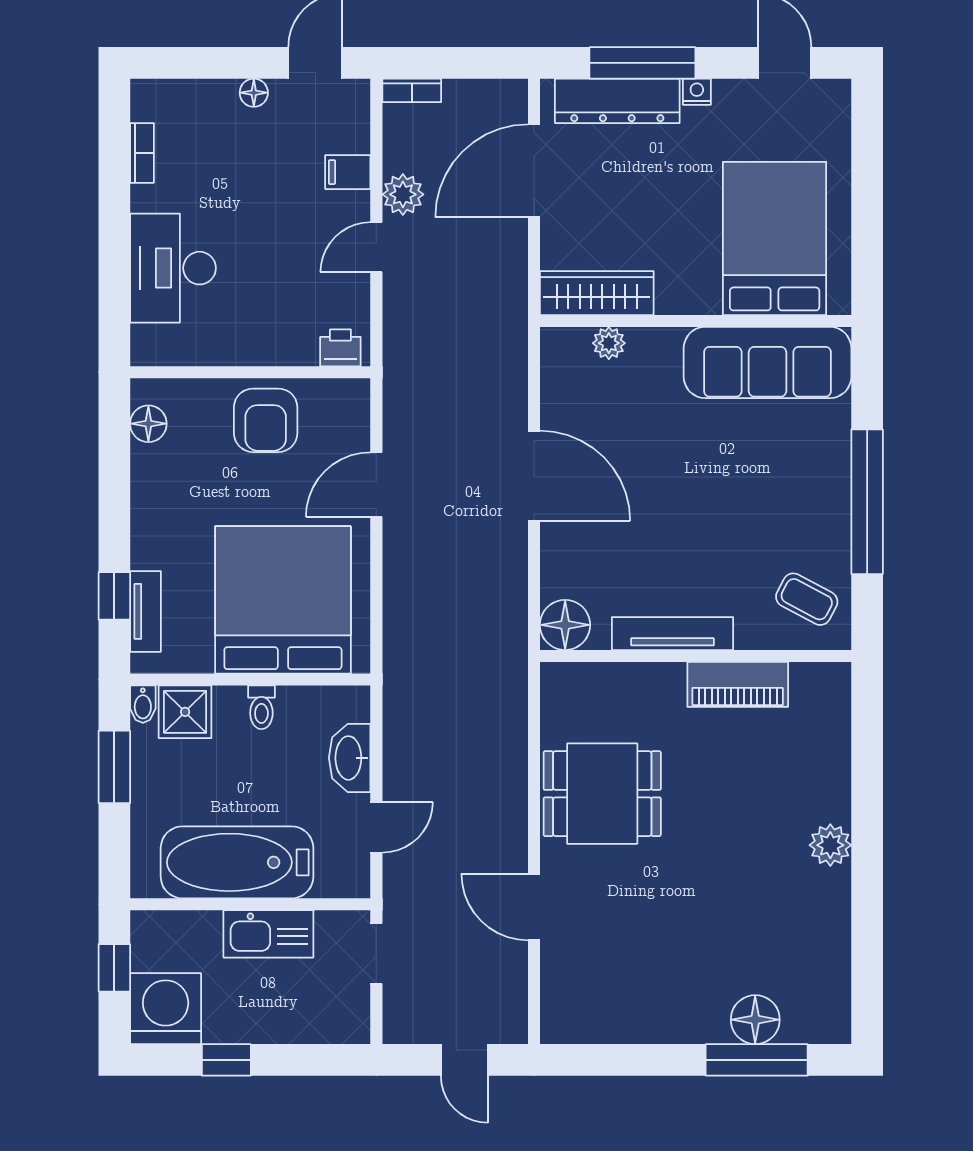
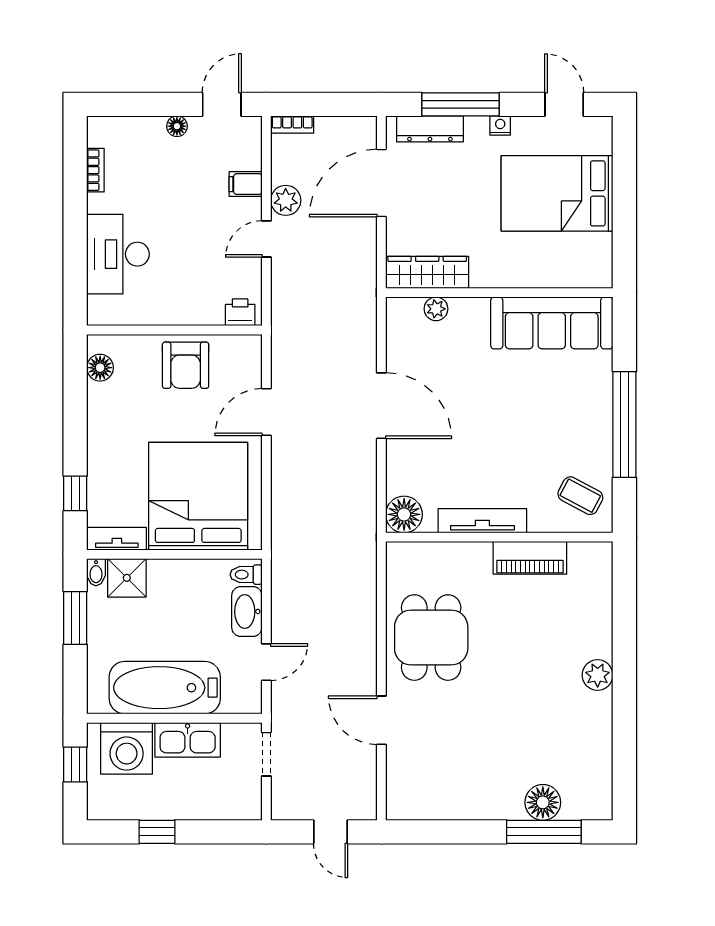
dresser: (617, 101) -> (430, 129), width x0.73, depth x0.80
bed: (775, 239) -> (557, 193), moved, turned -90
tv unit: (146, 611) -> (117, 539), moved, turned -90
toilet: (261, 707) -> (246, 575), moved, turned 90
dining table: (602, 794) -> (431, 638), turned 90
washing machine: (166, 1009) -> (127, 748), moved, turned 180

